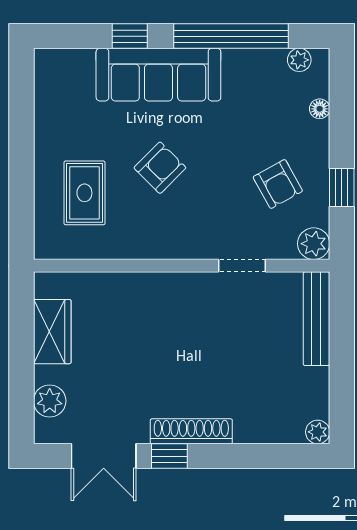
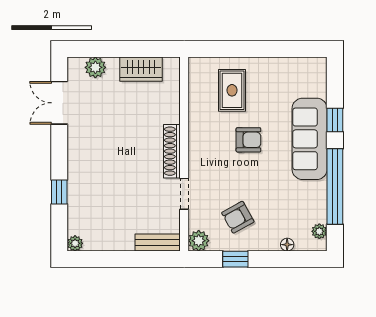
armchair: (160, 168) -> (248, 140), turned -45
rug: (84, 193) -> (232, 90), turned 90
bench: (316, 319) -> (158, 243), width x0.73
shoe rack: (191, 431) -> (172, 151), moved, turned 180
window: (169, 456) -> (59, 192), moved

